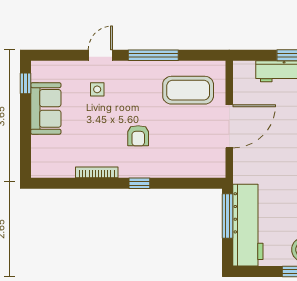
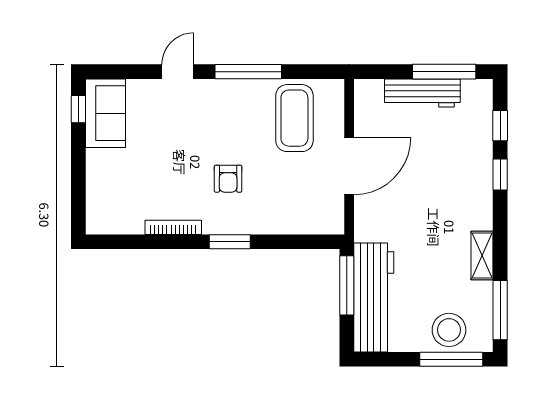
side table: (97, 89) -> (174, 117), removed
coffee table: (188, 90) -> (294, 118), turned 90
sofa: (46, 108) -> (105, 113), moved
window: (139, 183) -> (230, 242), width x1.50

